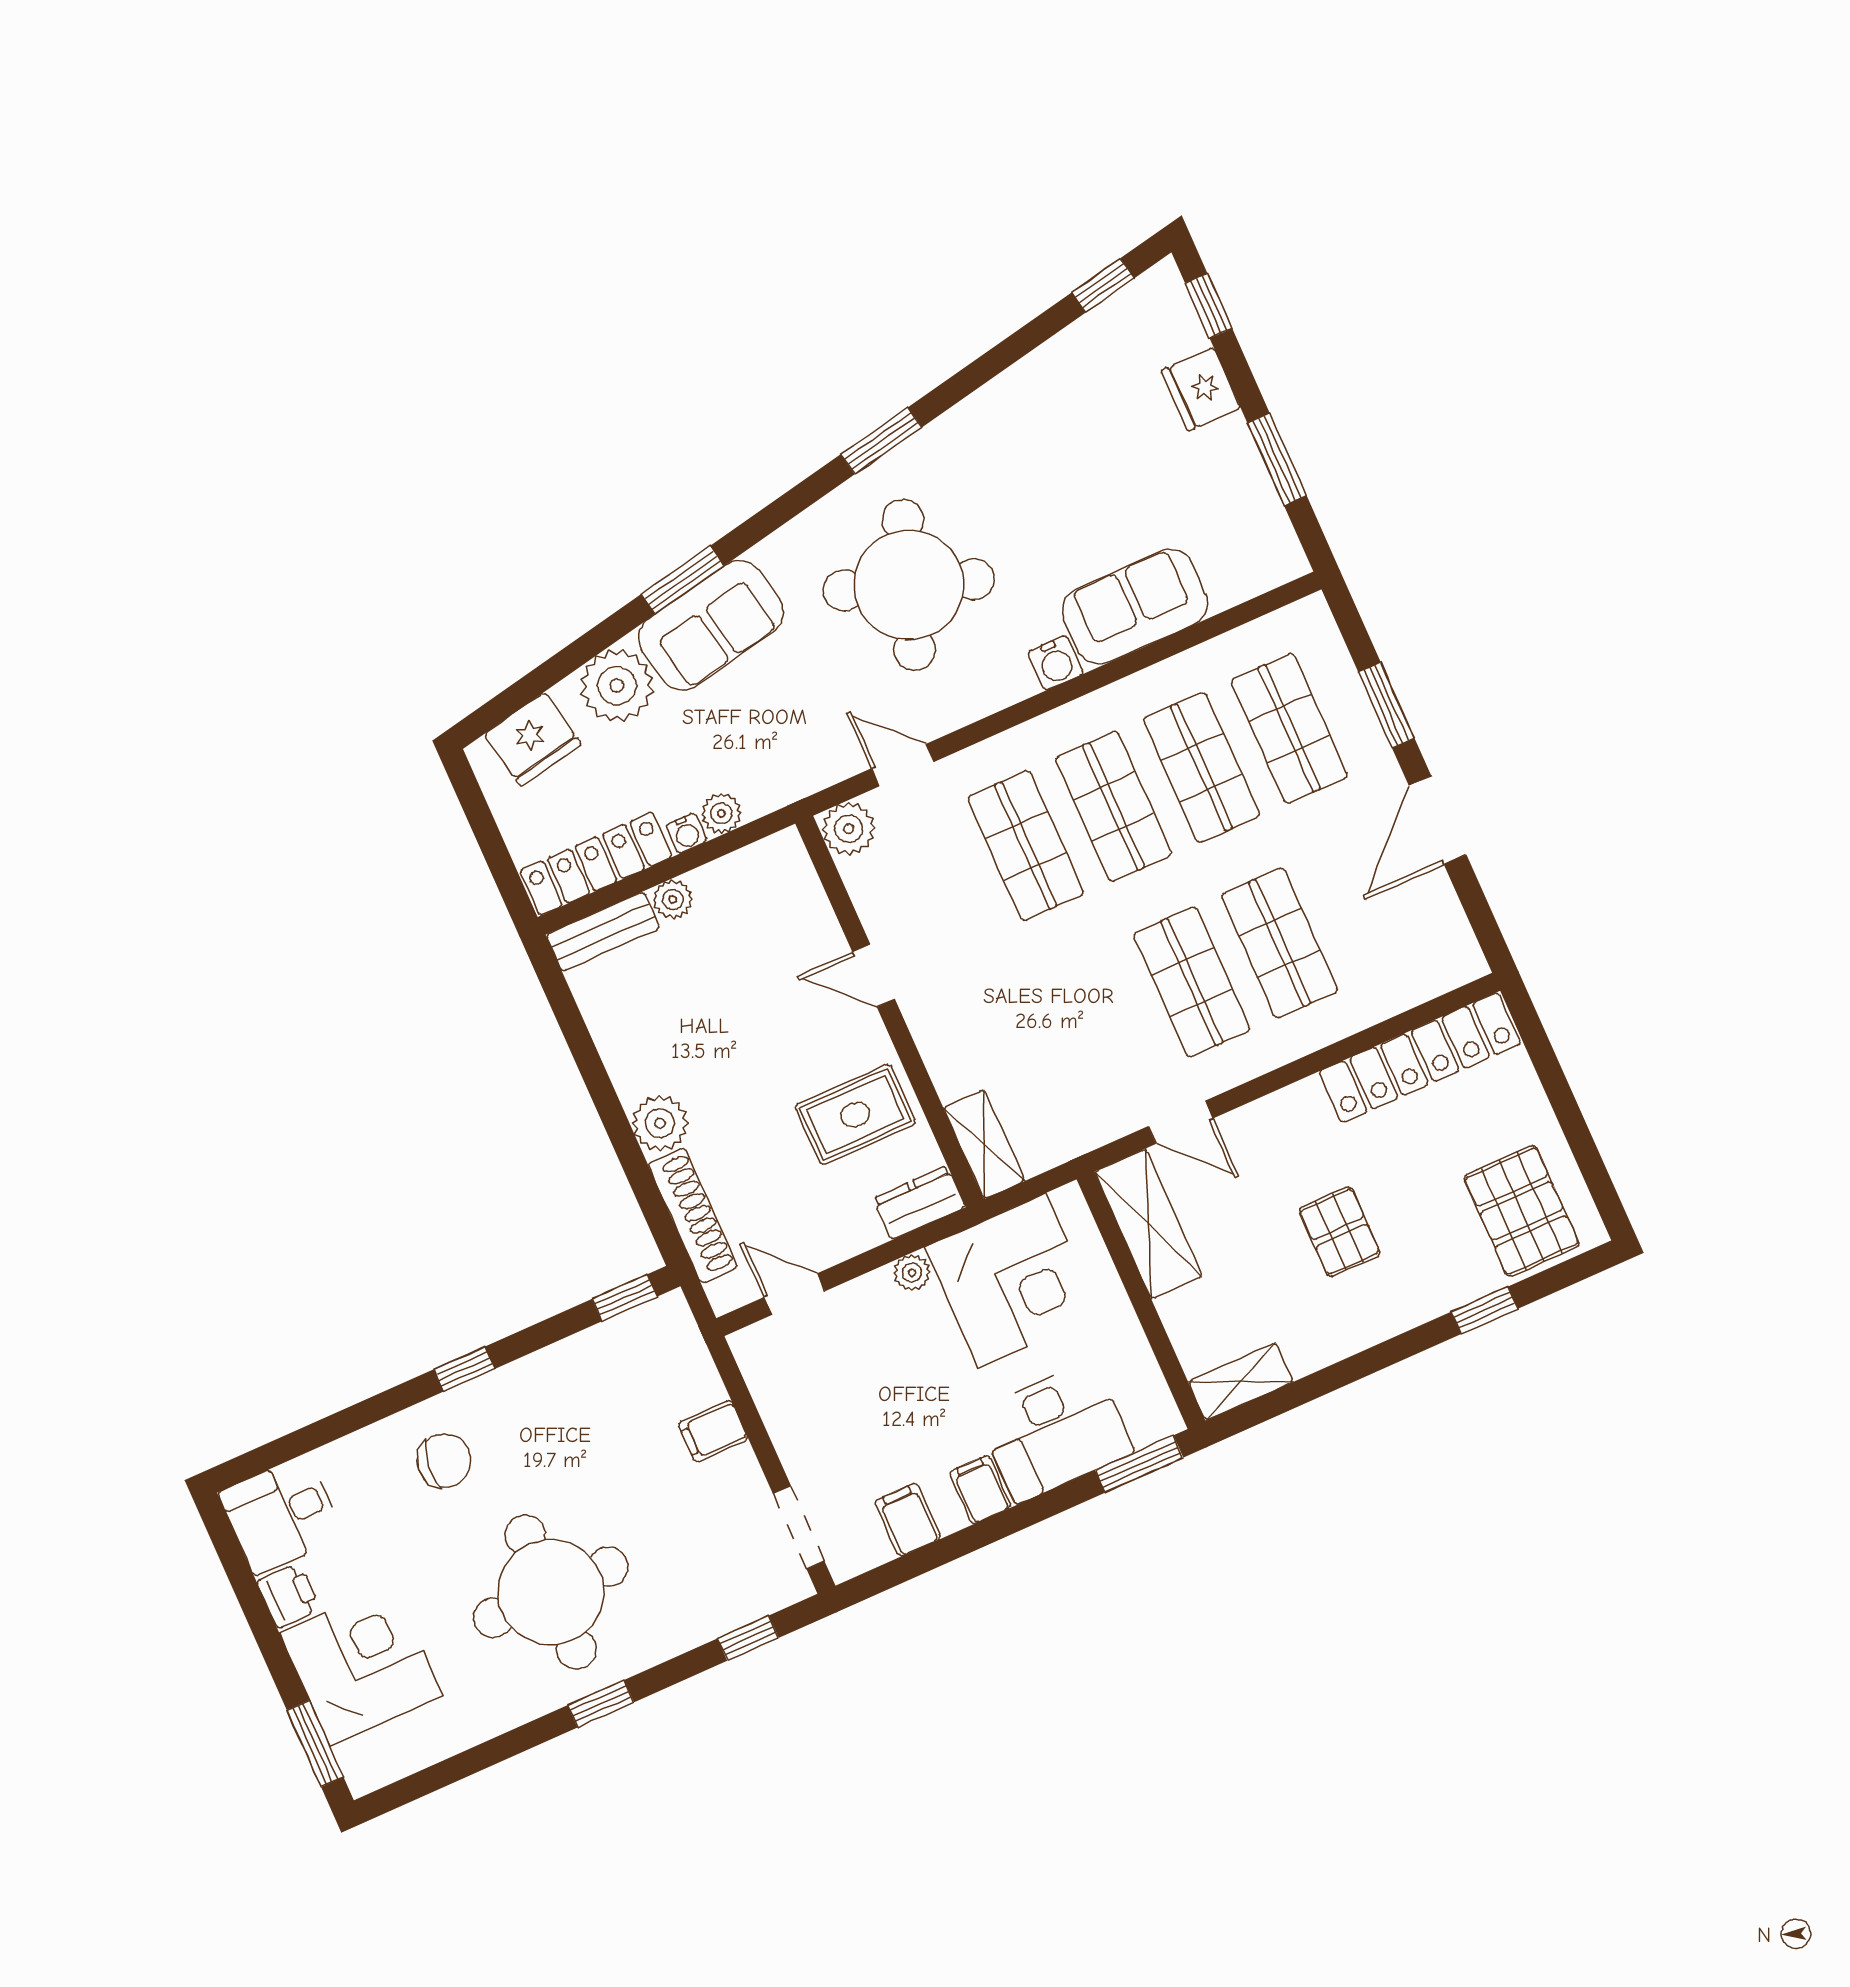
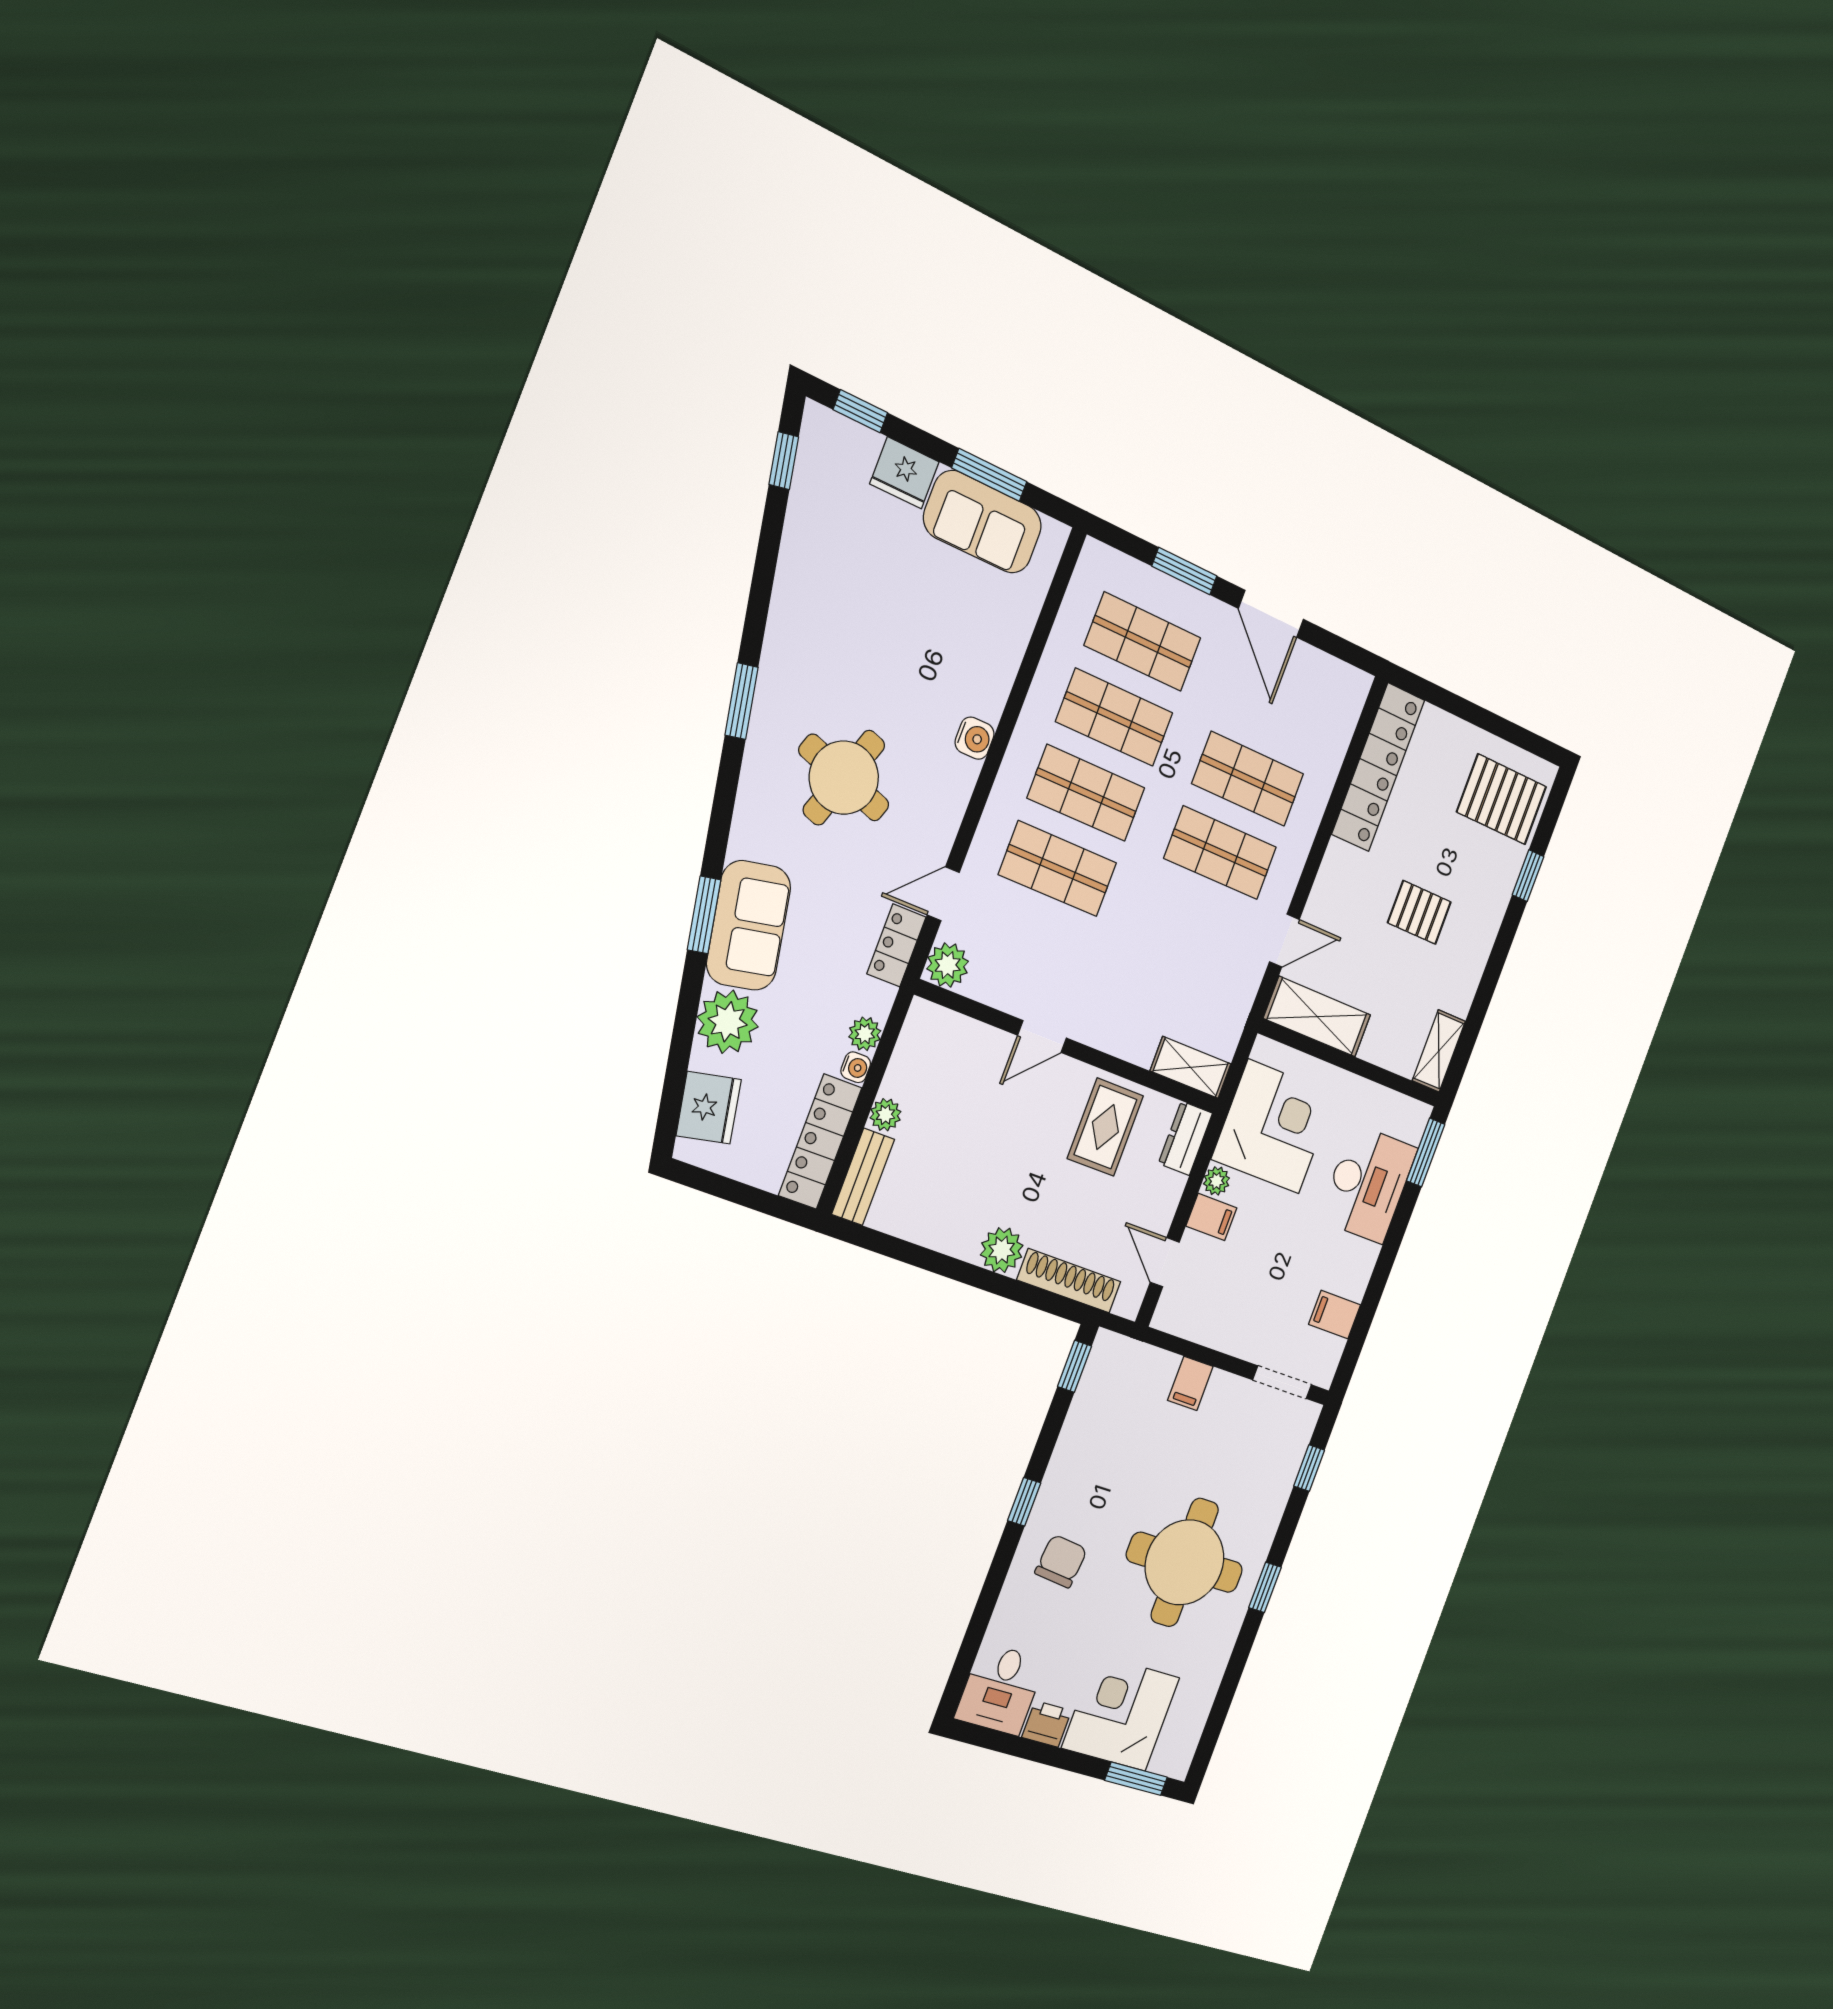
round table: (909, 585) -> (844, 778), width x0.73, depth x0.73
sofa: (1135, 607) -> (983, 522), moved, turned -90
locker: (820, 767) -> (896, 945), added
door: (795, 1294) -> (1165, 1262), hinge flipped
filing cabinet: (980, 1490) -> (1211, 1217), moved, turned 180

